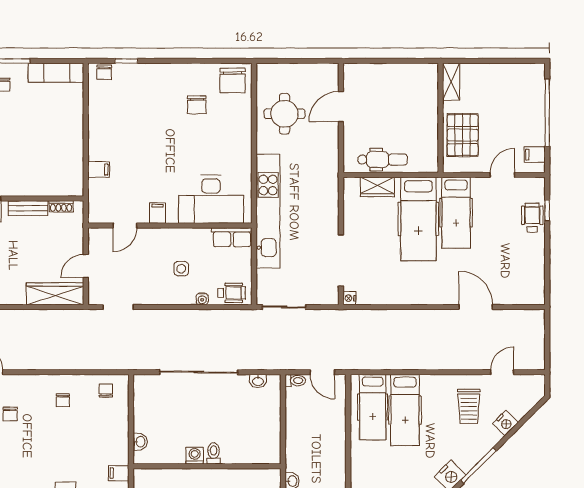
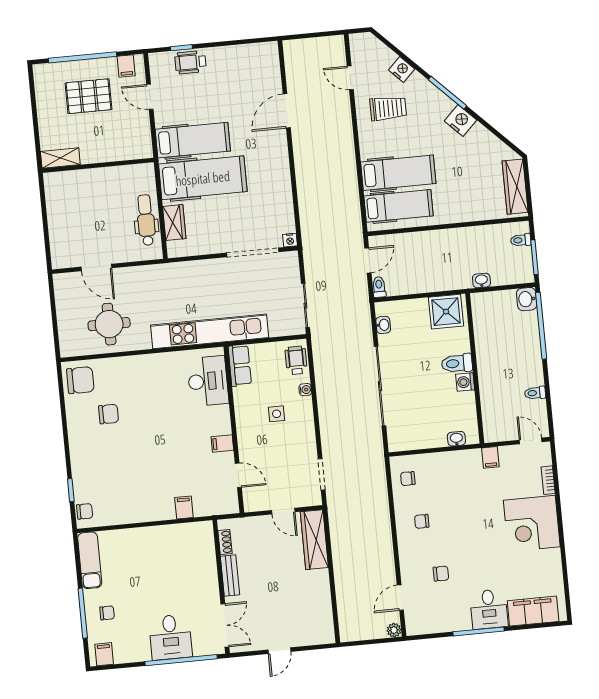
pallet: (463, 135) -> (89, 96), moved
desk: (211, 199) -> (208, 381), width x0.73, depth x0.77
chair: (63, 400) -> (422, 521), turned 180
shower: (265, 444) -> (446, 312), added
toilet: (214, 453) -> (457, 363), width x1.37, depth x1.39

